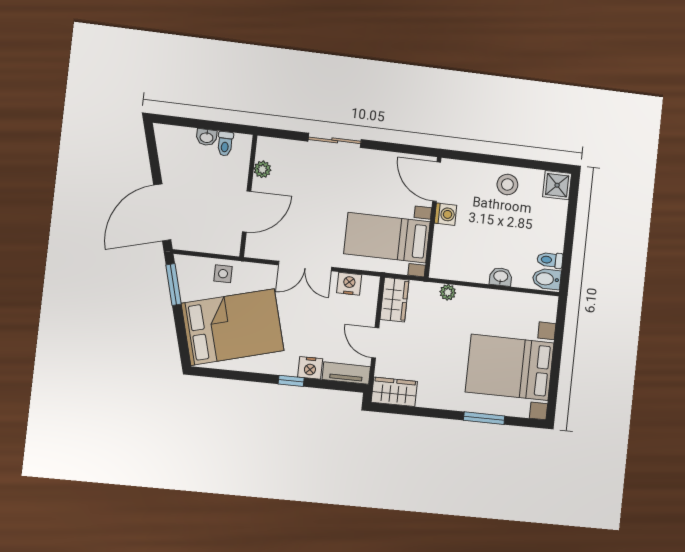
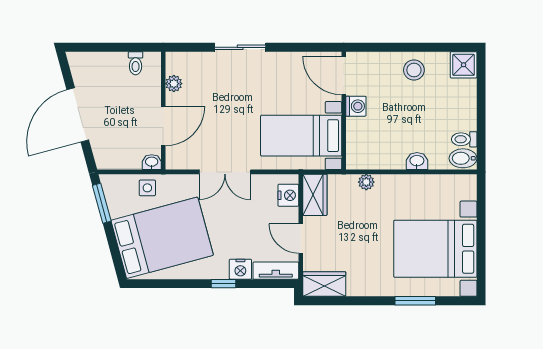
washbasin: (207, 137) -> (152, 162), moved, turned 180
door: (162, 212) -> (78, 115), moved
nightstand: (349, 284) -> (288, 195), moved, turned 90

